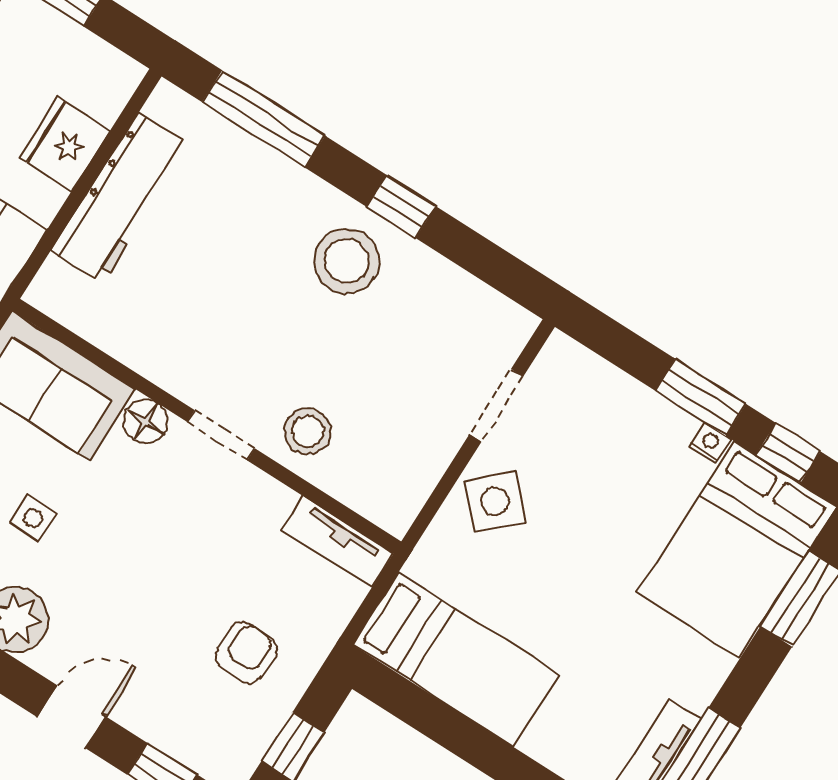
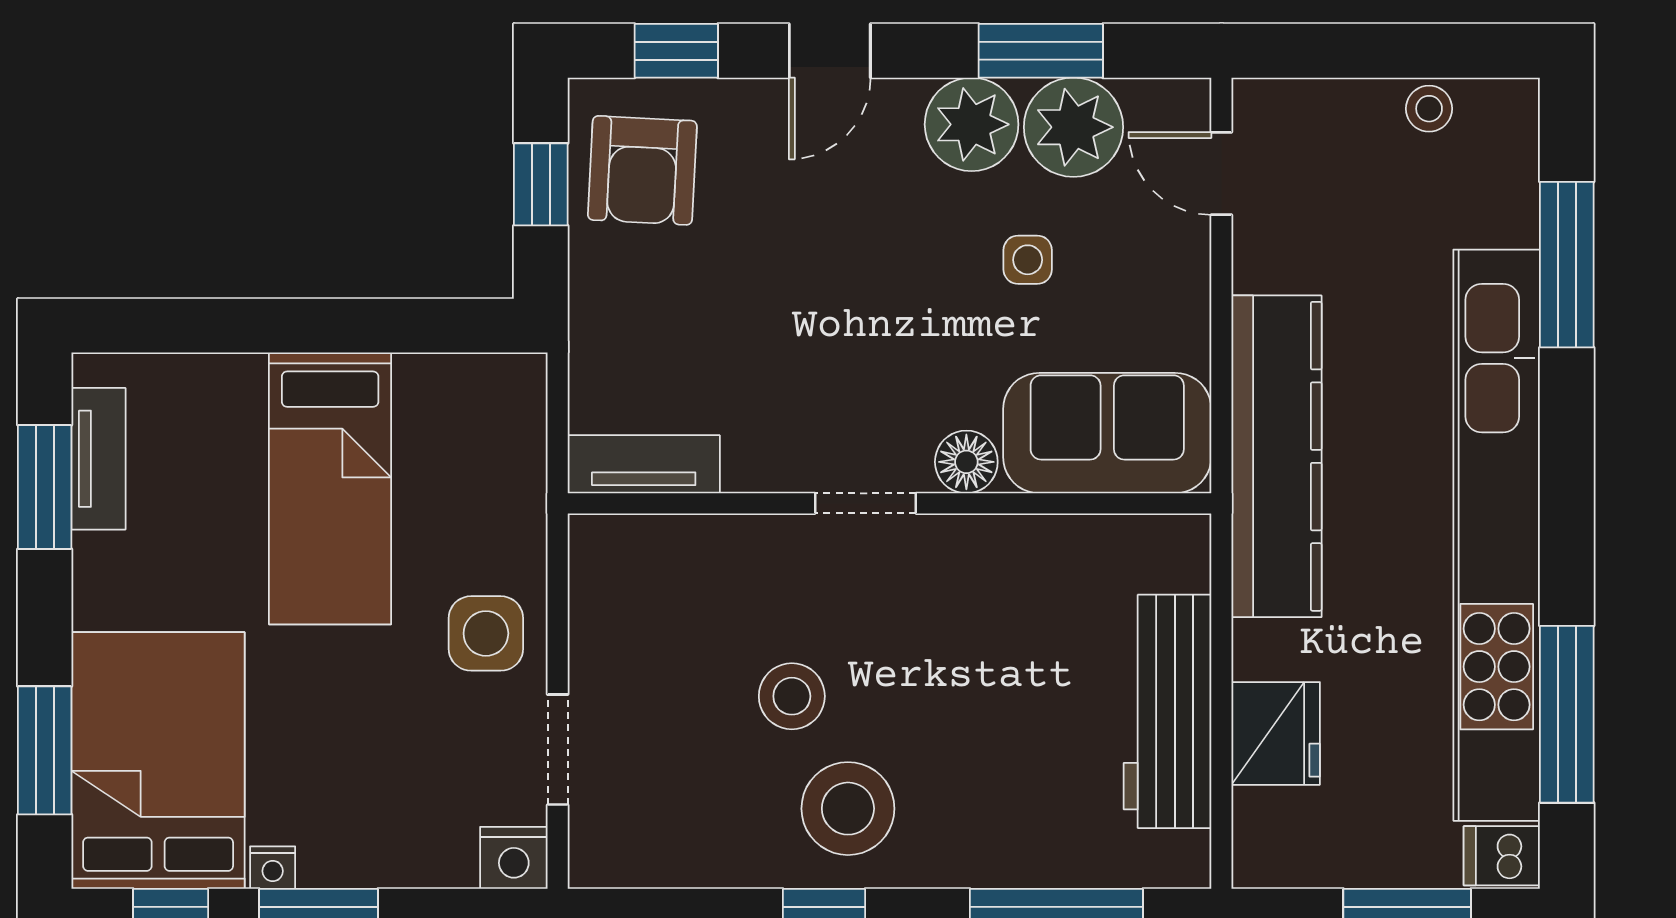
nightstand: (563, 358) -> (514, 858), added
stool: (307, 432) -> (792, 696), moved
side table: (495, 501) -> (486, 633), turned 45
armchair: (246, 653) -> (642, 170), moved, width x1.38, depth x1.38
bed: (456, 660) -> (330, 488), moved, turned -90

